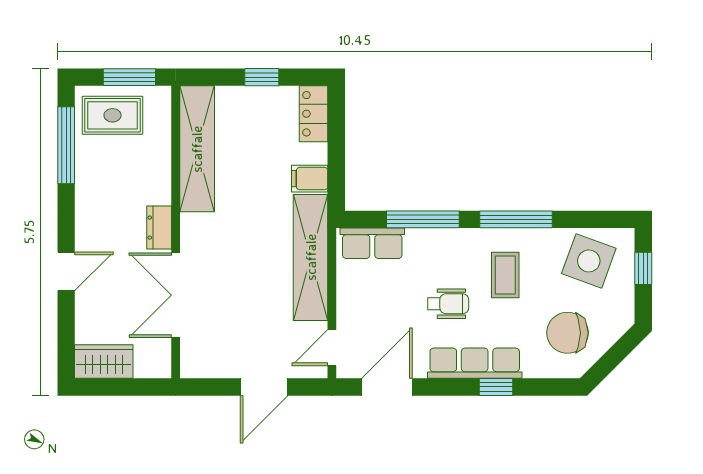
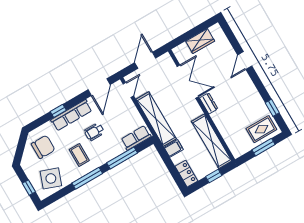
window: (66, 145) -> (272, 108), width x0.46
shelving: (197, 149) -> (212, 141), moved
dresser: (159, 228) -> (209, 103), moved
wall: (176, 232) -> (202, 105), moved
double door: (176, 295) -> (188, 82), moved
wardrobe: (104, 362) -> (200, 41), moved

